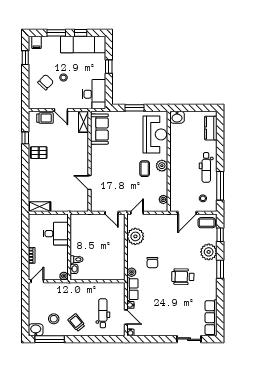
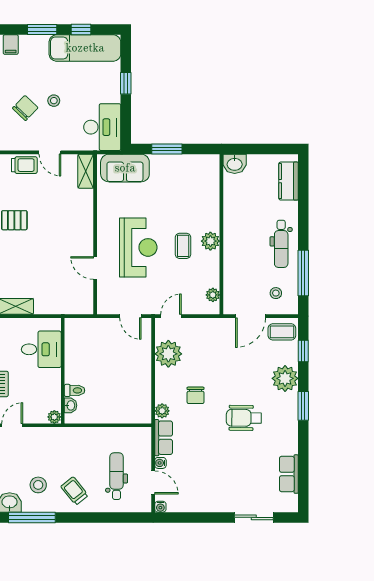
sofa: (99, 129) -> (125, 168), moved, turned 90
reception desk: (155, 134) -> (138, 247), moved
row of seats: (211, 318) -> (289, 474), width x0.68

